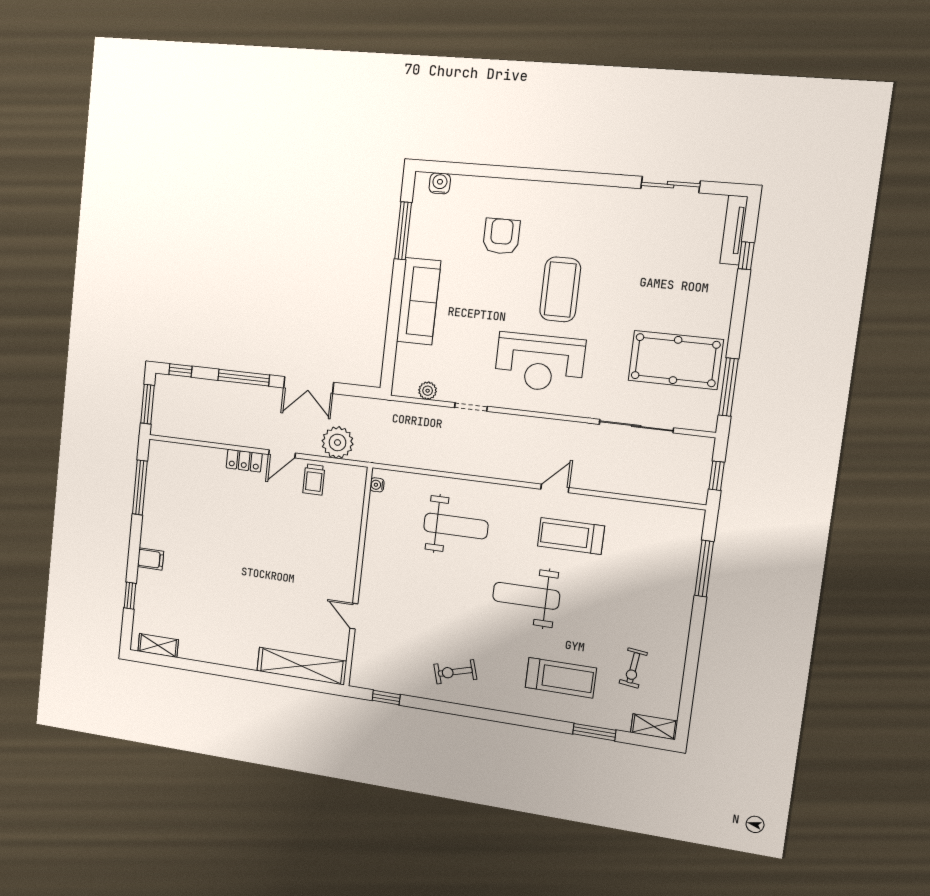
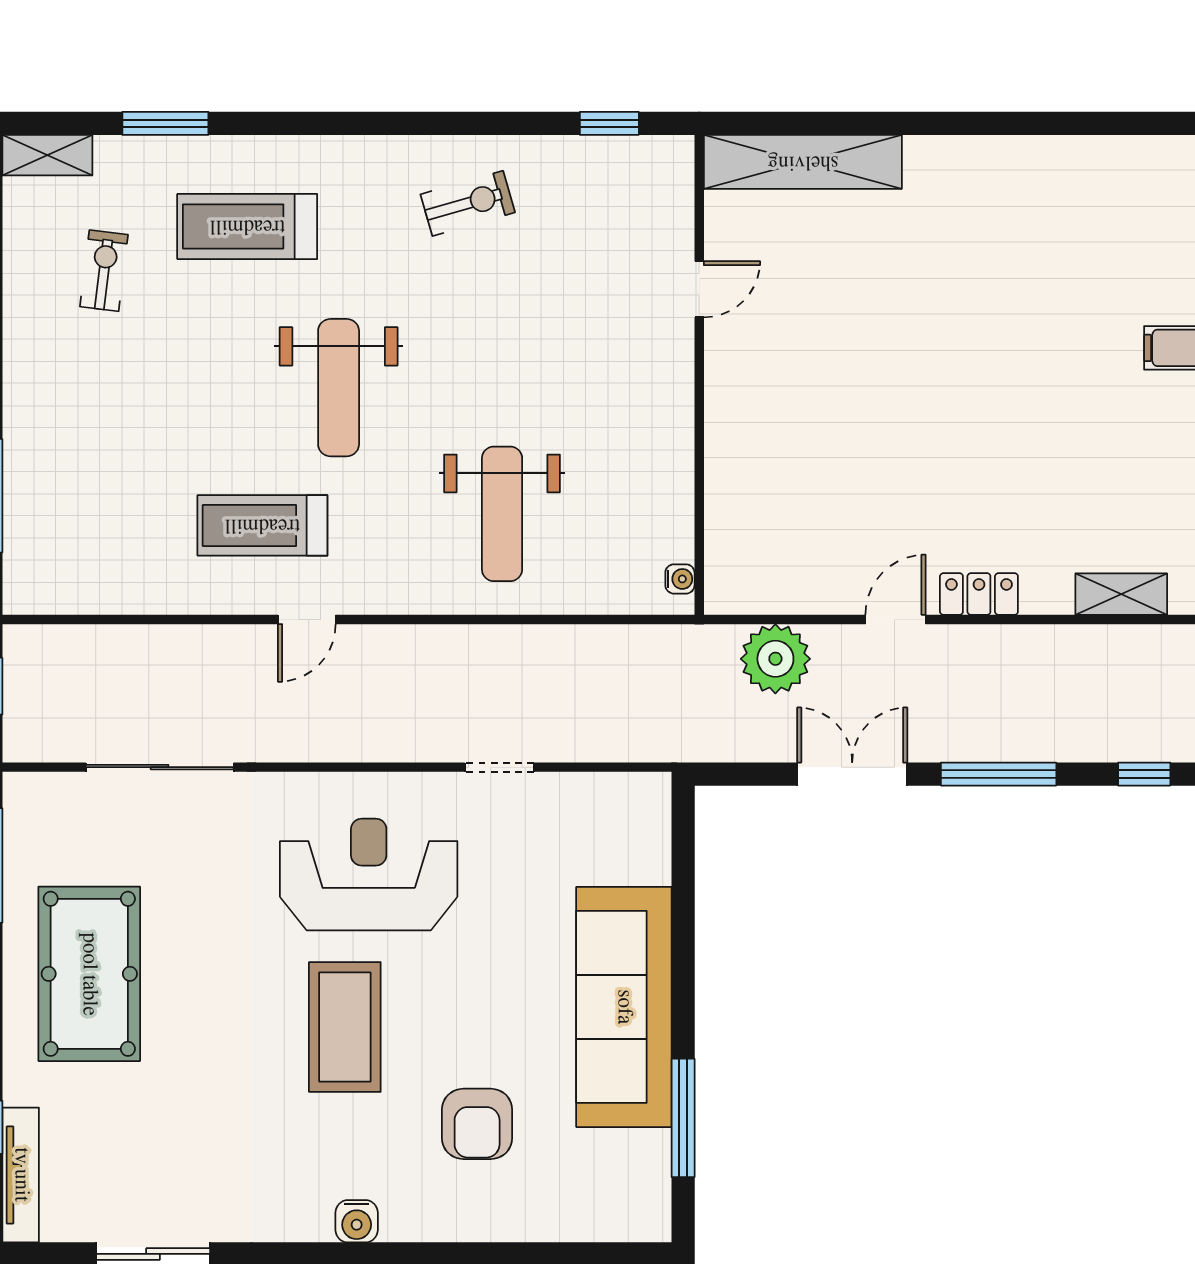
water cooler: (440, 183) -> (357, 1221), moved
sofa: (419, 301) -> (624, 1007), width x1.36, depth x1.27
pool table: (676, 360) -> (89, 974), moved, turned 90
plant: (428, 391) -> (594, 791), removed
trolley: (314, 480) -> (819, 573), removed
weight bench: (456, 526) -> (502, 514), turned -90
treadmill: (571, 536) -> (262, 525), turned 180
weight bench: (526, 596) -> (339, 388), turned 90
door: (354, 616) -> (699, 289), hinge flipped
shelving: (158, 645) -> (1121, 594), moved

